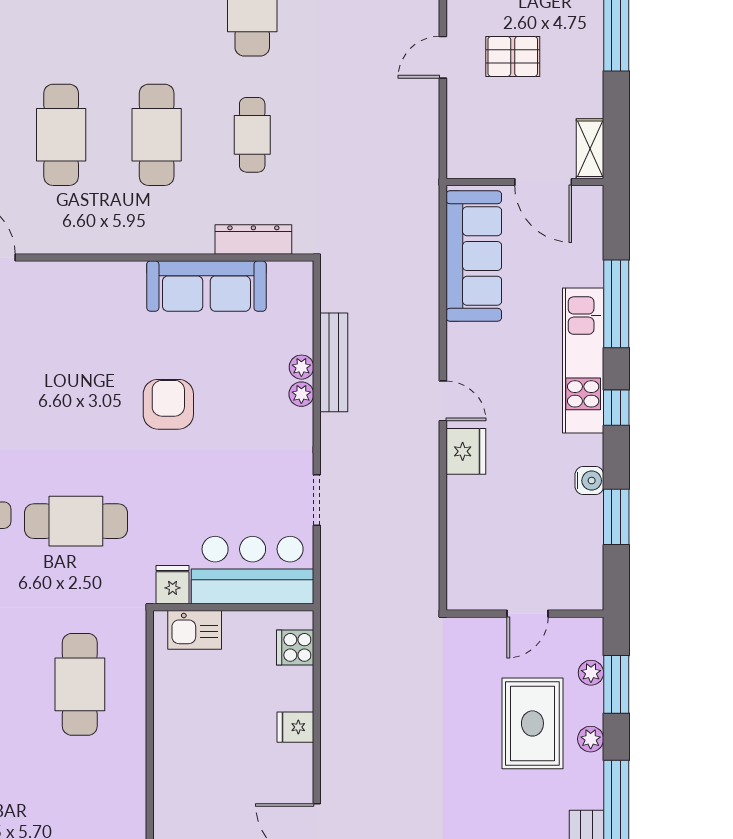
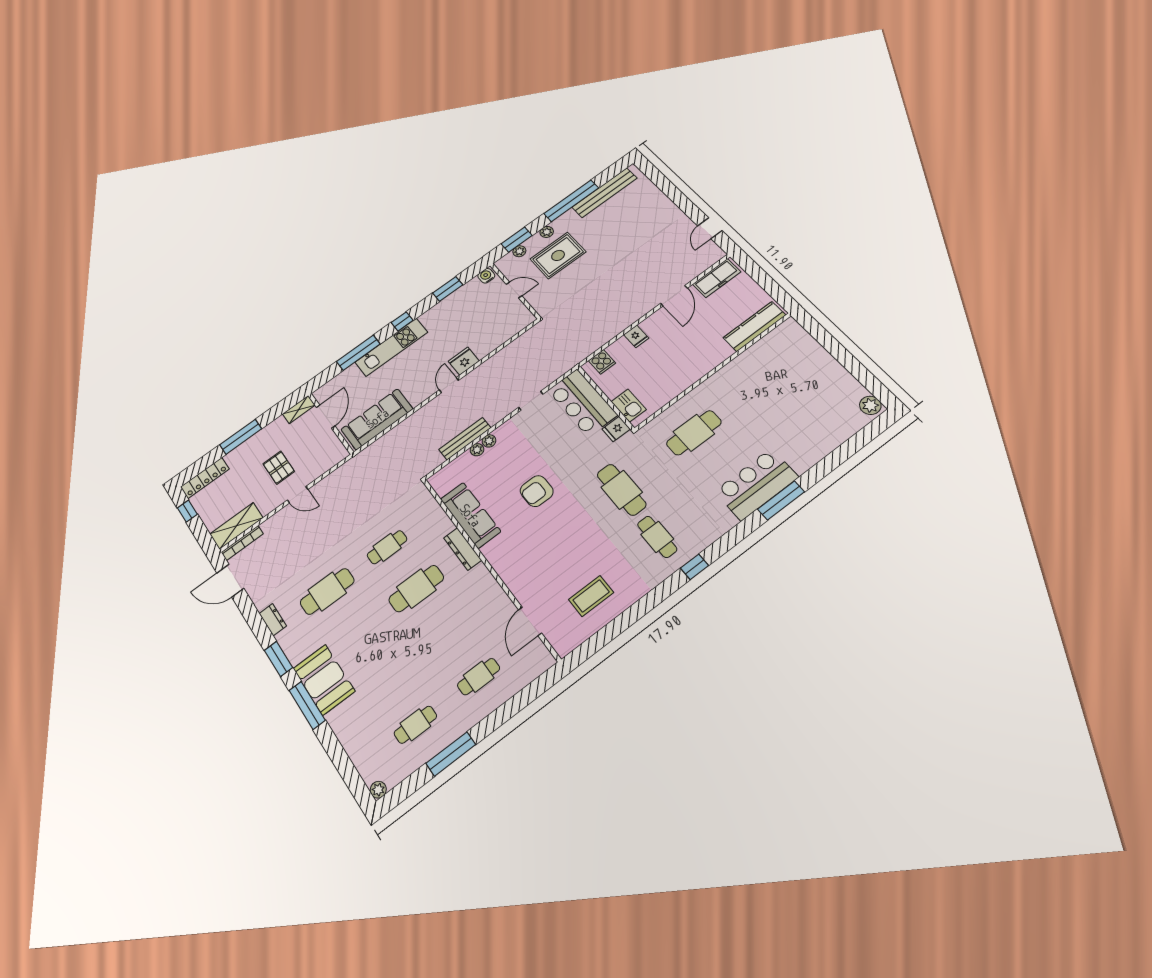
cafe table: (61, 135) -> (447, 632), removed
dresser: (253, 239) -> (463, 549), moved
water cooler: (589, 481) -> (486, 276), moved

